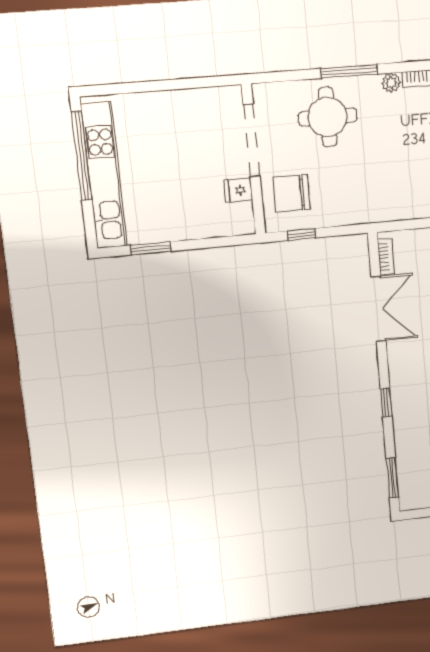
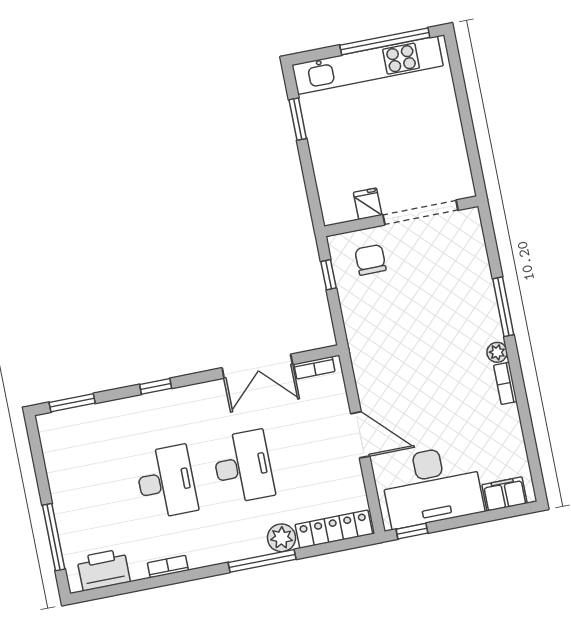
round table: (328, 117) -> (454, 289), removed
chair: (292, 193) -> (370, 260), width x0.73, depth x0.73

